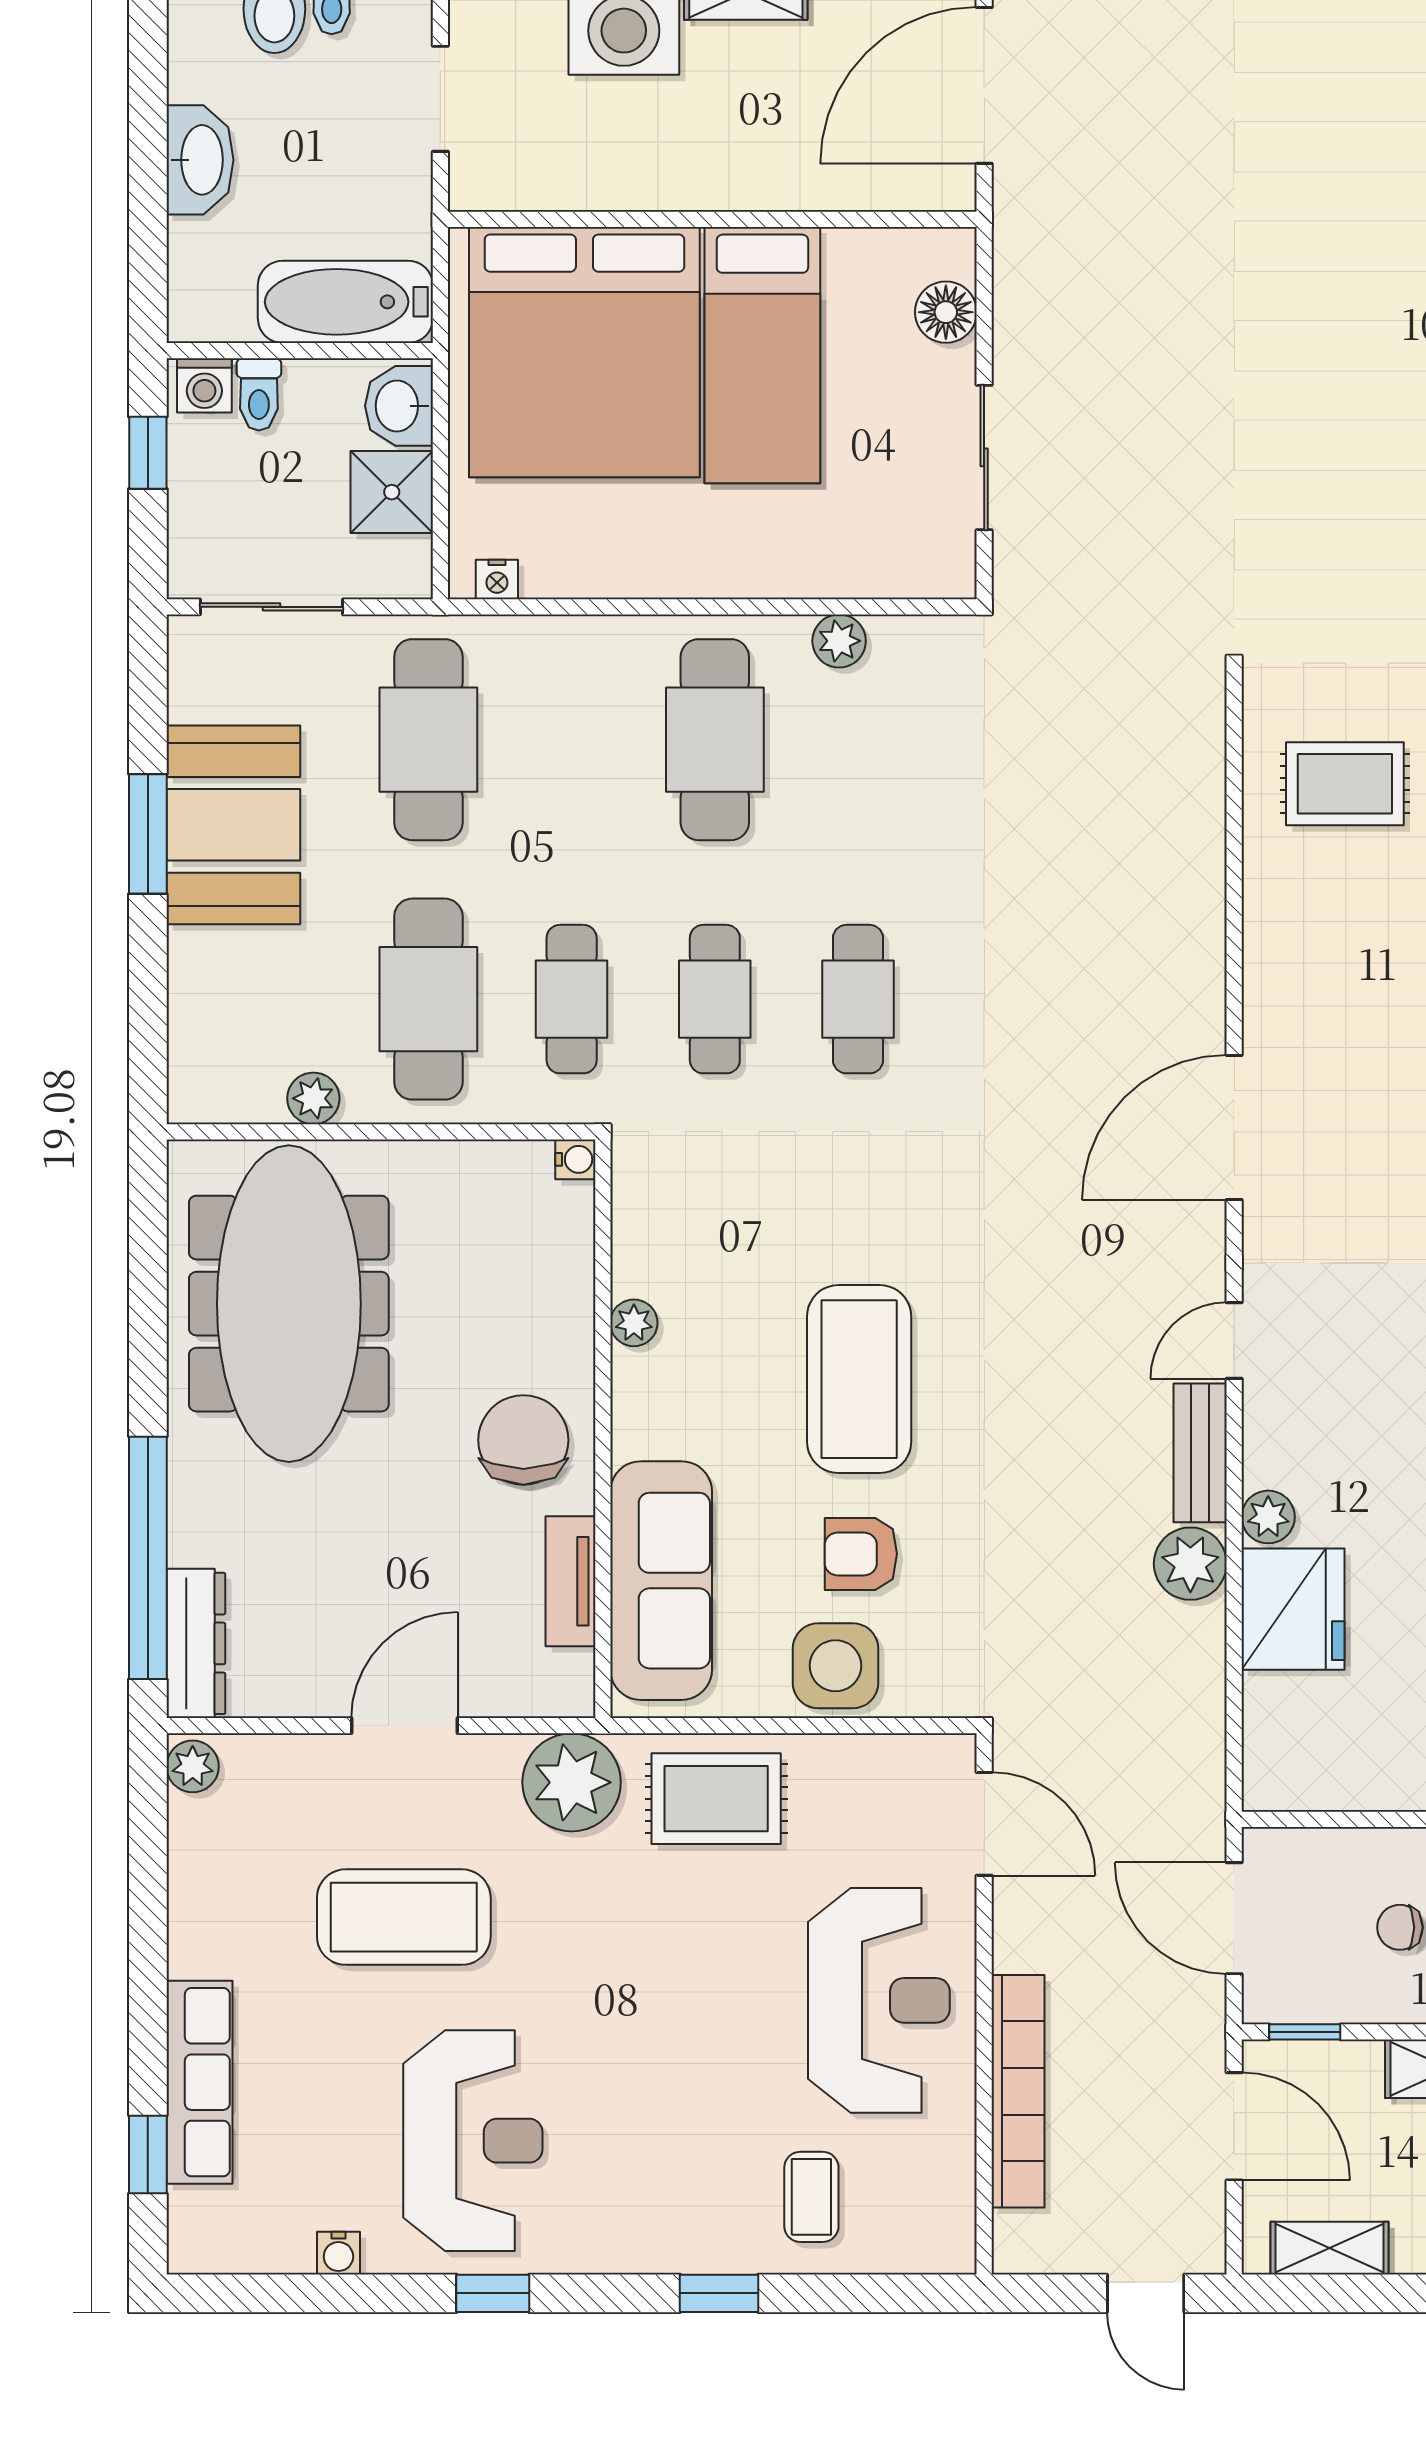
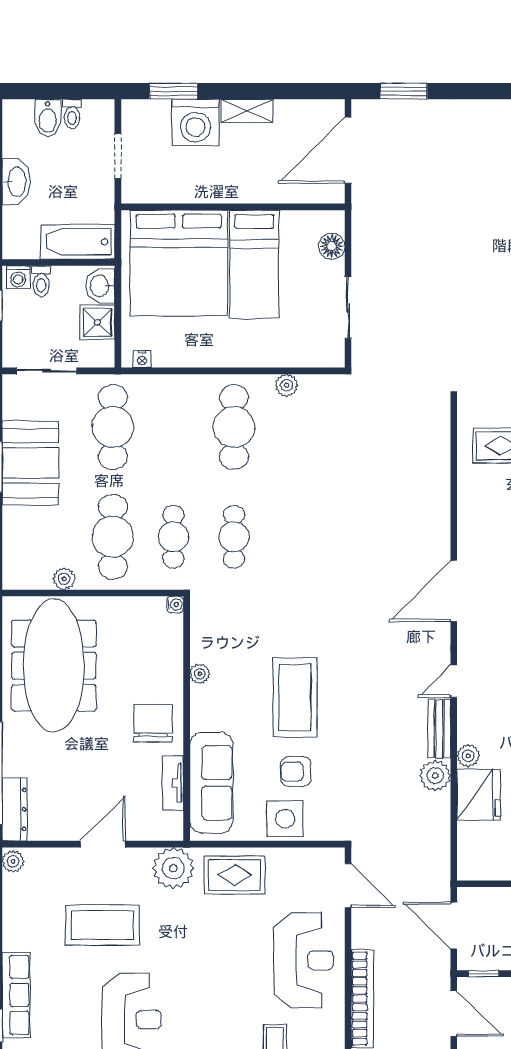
cafe table: (858, 999) -> (295, 537), removed

